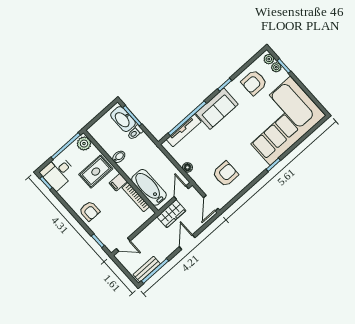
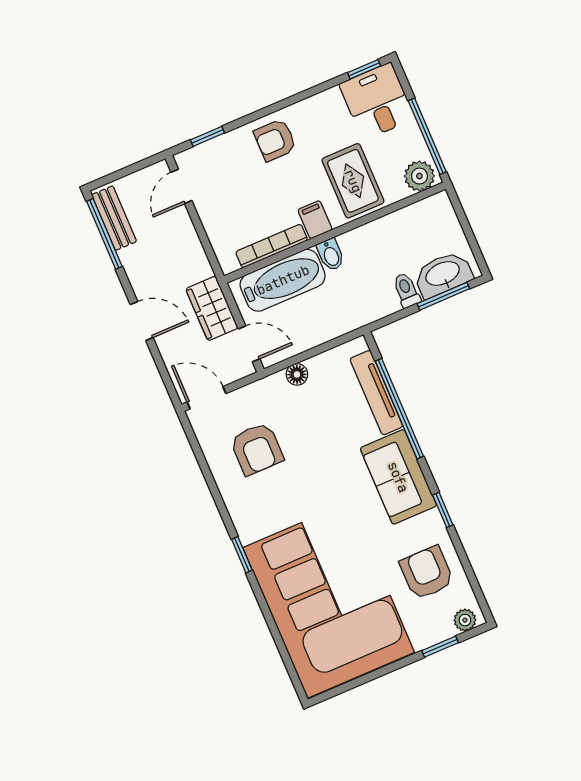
plant: (276, 67) -> (443, 630), removed
bidet: (119, 157) -> (331, 255), moved

